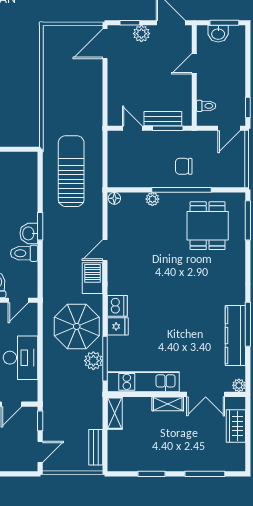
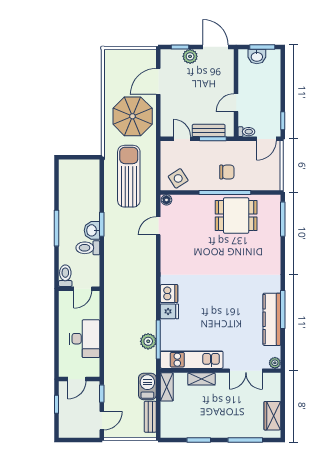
door: (105, 44) -> (158, 81), moved
door: (194, 64) -> (236, 103), moved
toilet: (206, 106) -> (246, 132), moved
chair: (184, 166) -> (227, 172), turned 180
side table: (128, 174) -> (178, 178), added
plant: (152, 199) -> (200, 201), removed
dining table: (208, 226) -> (236, 215), moved, turned 90
door: (105, 250) -> (158, 226), moved
barbecue: (92, 278) -> (147, 387), moved
parasol: (77, 326) -> (133, 116), moved
shelving: (168, 404) -> (201, 379), moved
wardrobe: (236, 426) -> (272, 416), moved

